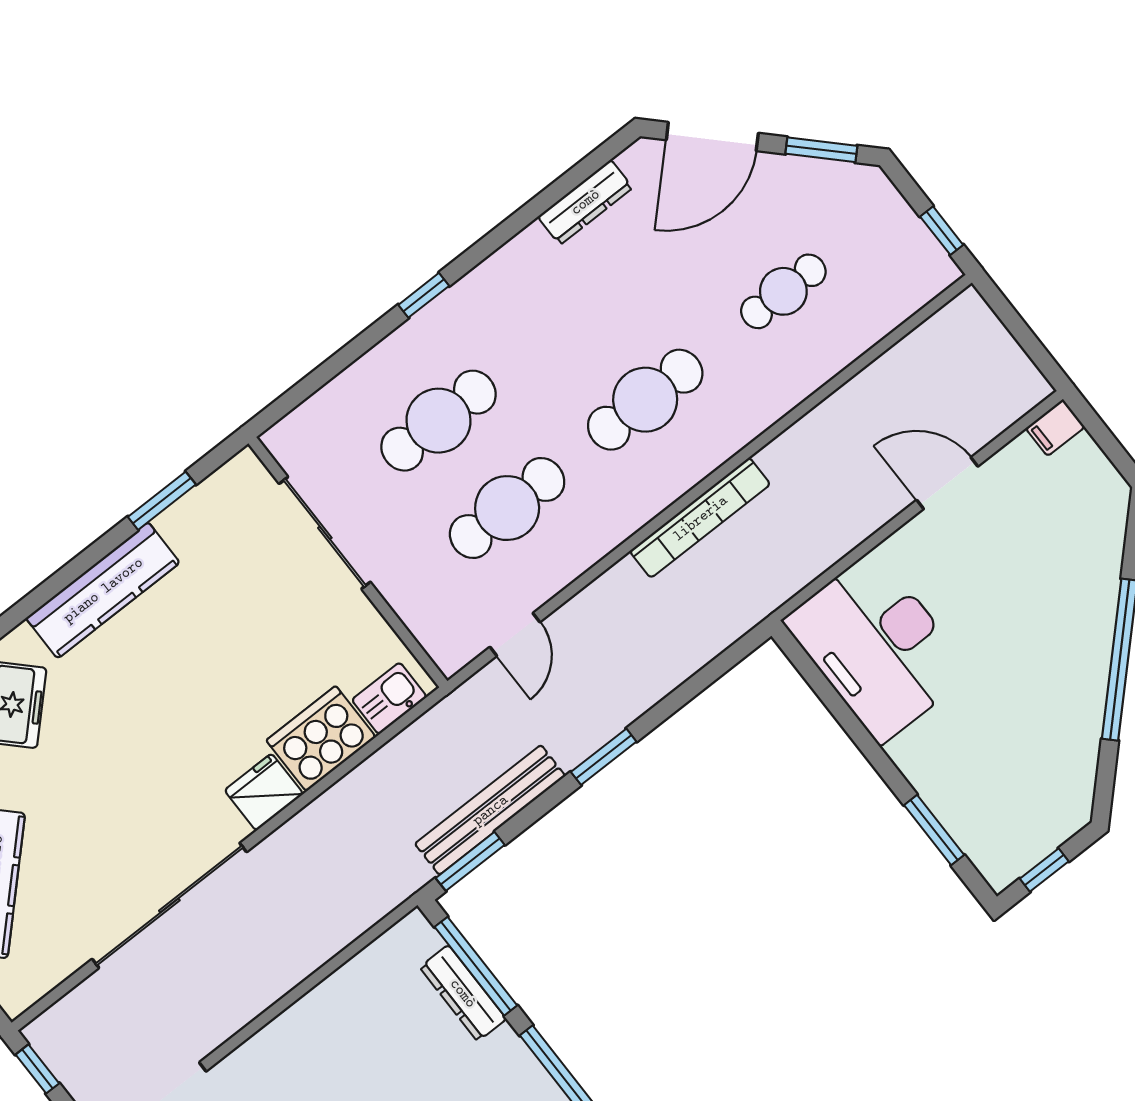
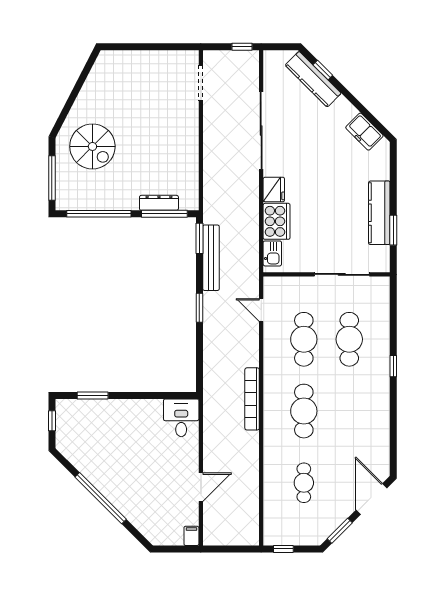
dresser: (585, 202) -> (382, 442), removed
kitchen counter: (103, 590) -> (379, 213), moved
desk: (878, 647) -> (181, 418), width x0.53, depth x0.77

